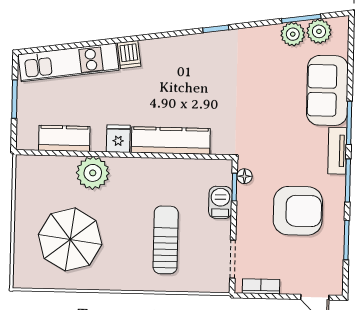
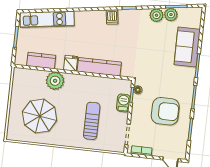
plant: (319, 31) -> (157, 15), moved
dishwasher: (129, 55) -> (112, 17), moved
tv unit: (337, 151) -> (190, 80), removed

